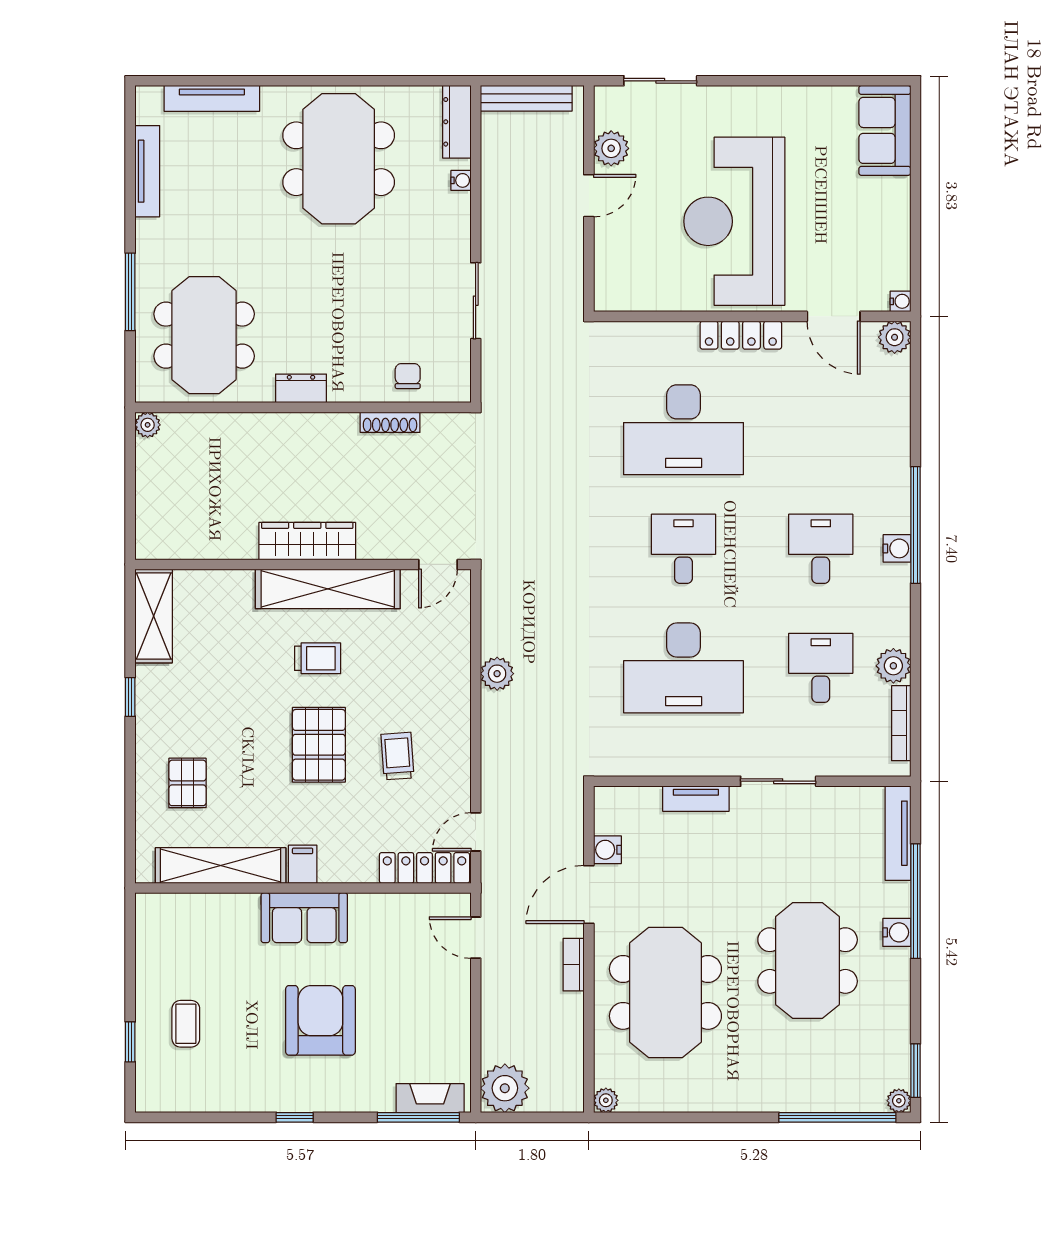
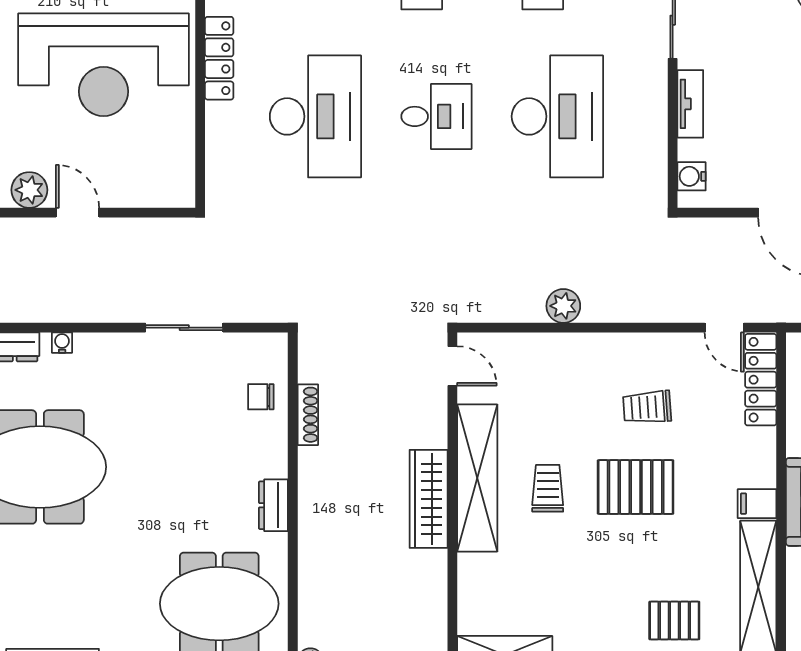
desk: (684, 549) -> (436, 116), turned 180
water cooler: (607, 850) -> (692, 176), moved, turned 90

